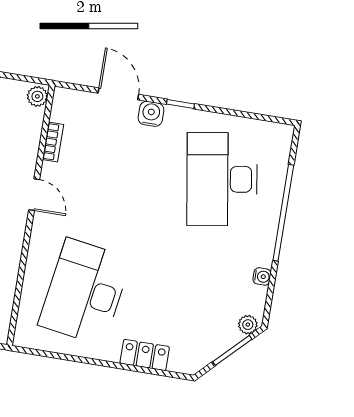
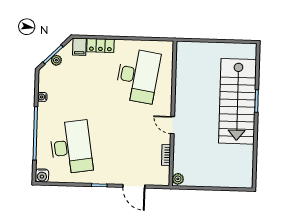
water cooler: (151, 114) -> (42, 175), moved
plant: (248, 325) -> (56, 60), moved
filing cabinet: (183, 358) -> (79, 47), added

